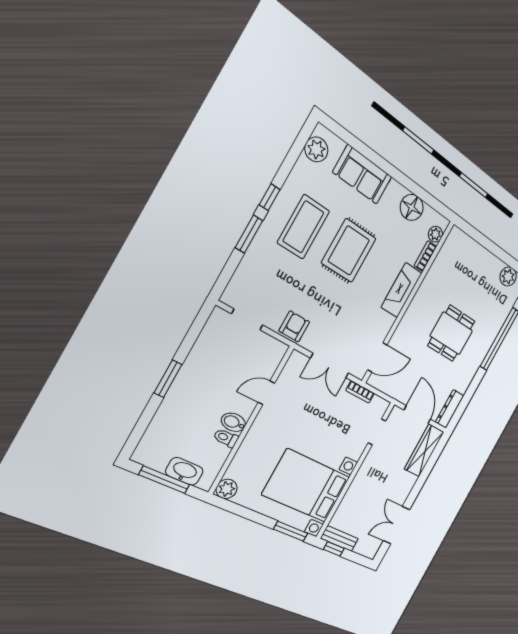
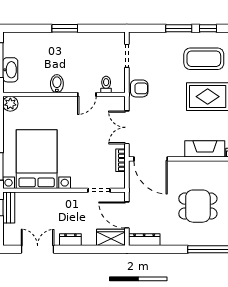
door: (377, 357) -> (151, 159), width x1.36
door: (266, 393) -> (87, 94), swing flipped
door: (417, 415) -> (127, 215), swing flipped
toilet: (226, 438) -> (106, 84), moved
wardrobe: (424, 450) -> (111, 237), width x0.67
dresser: (407, 486) -> (70, 240), added

